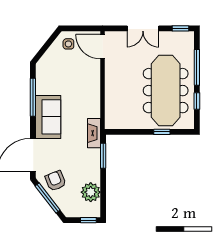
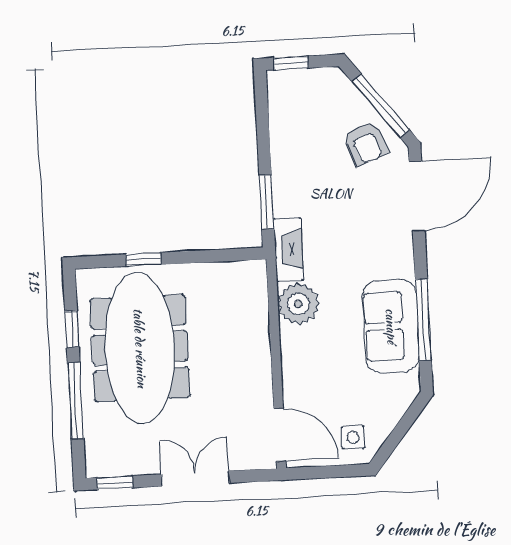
sofa: (48, 117) -> (391, 326), moved
plant: (91, 192) -> (298, 304), moved

